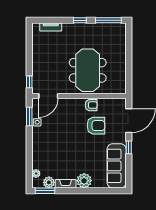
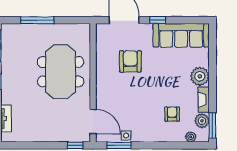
window: (129, 52) -> (37, 20), added
meeting table: (88, 70) -> (61, 72), turned 90
armchair: (91, 105) -> (172, 114), moved

